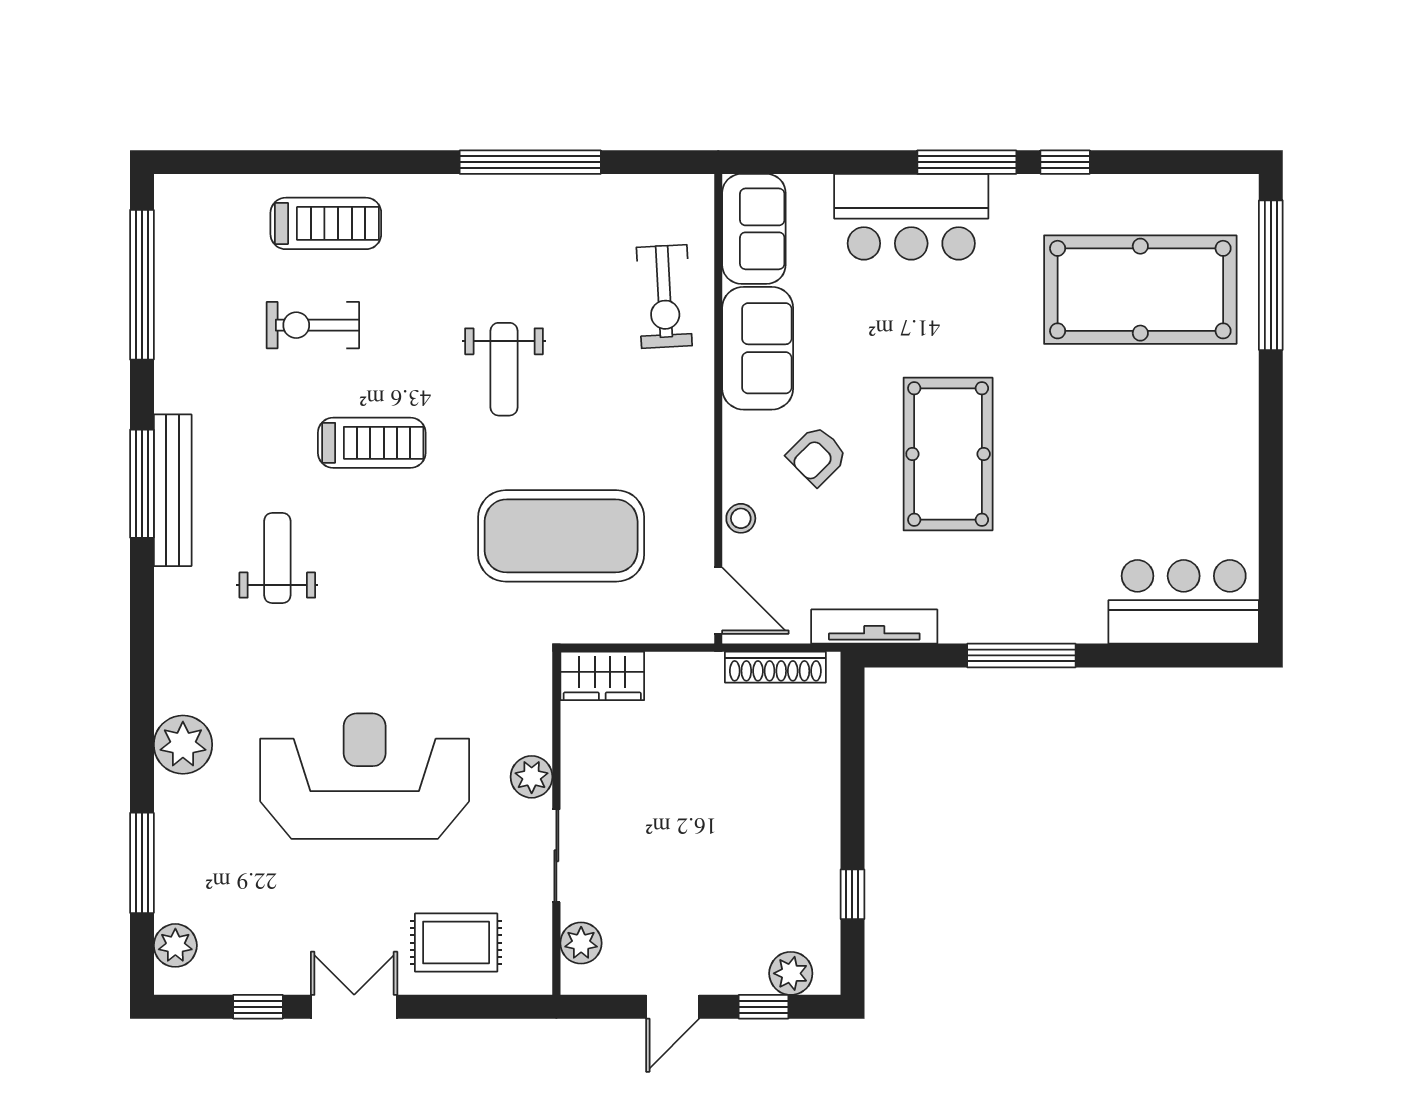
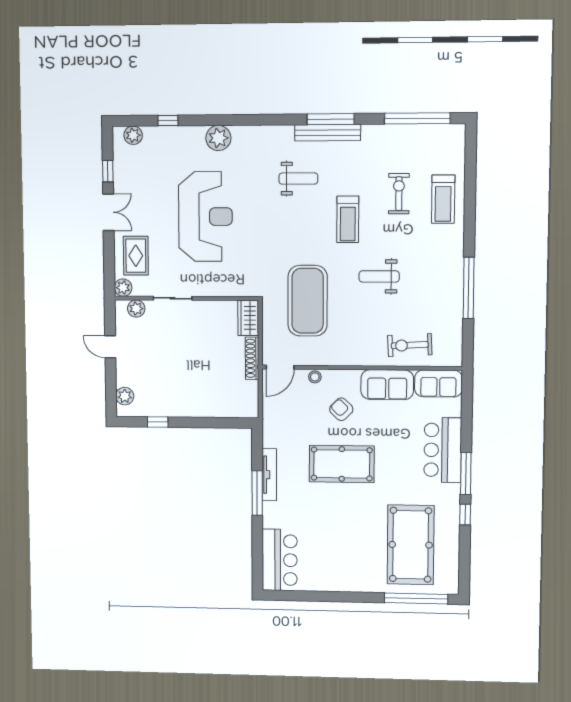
tv unit: (874, 627) -> (269, 475), moved
shoe rack: (775, 667) -> (252, 358), moved
plant: (532, 777) -> (123, 288), moved
window: (142, 863) -> (168, 120), width x0.46
window: (763, 1007) -> (111, 385), removed

